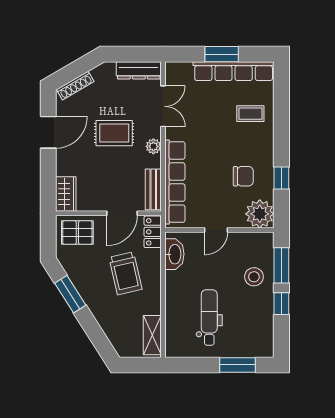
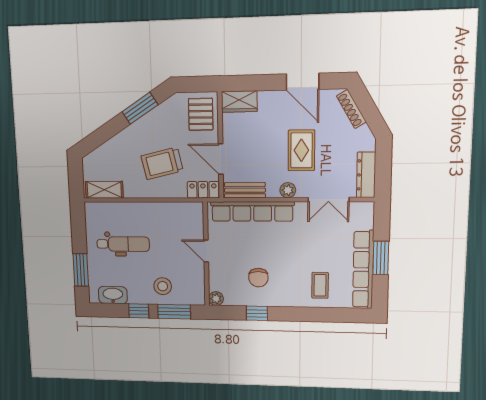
plant: (260, 214) -> (216, 299), width x0.53, depth x0.53
washbasin: (174, 254) -> (113, 295), moved, turned 180

